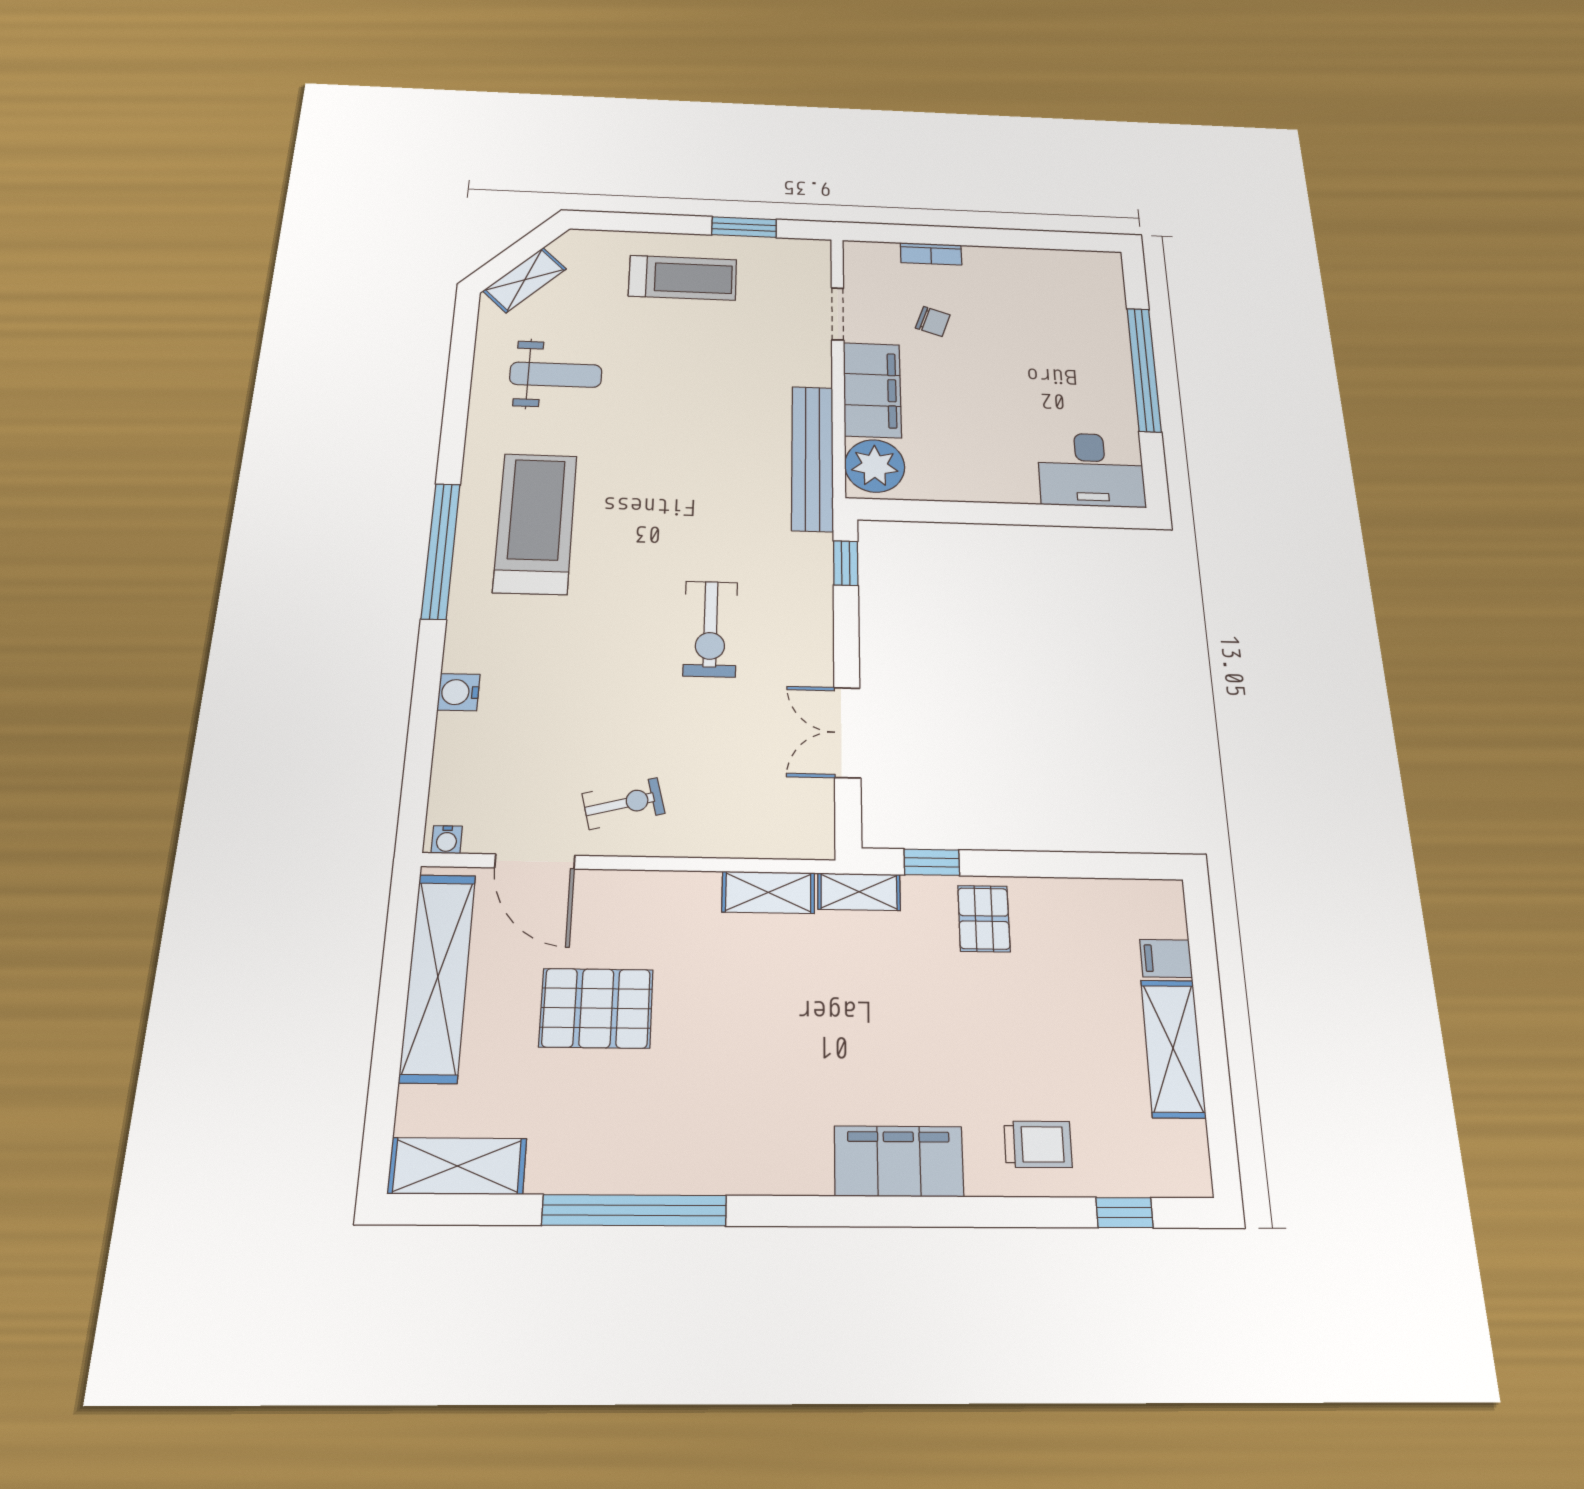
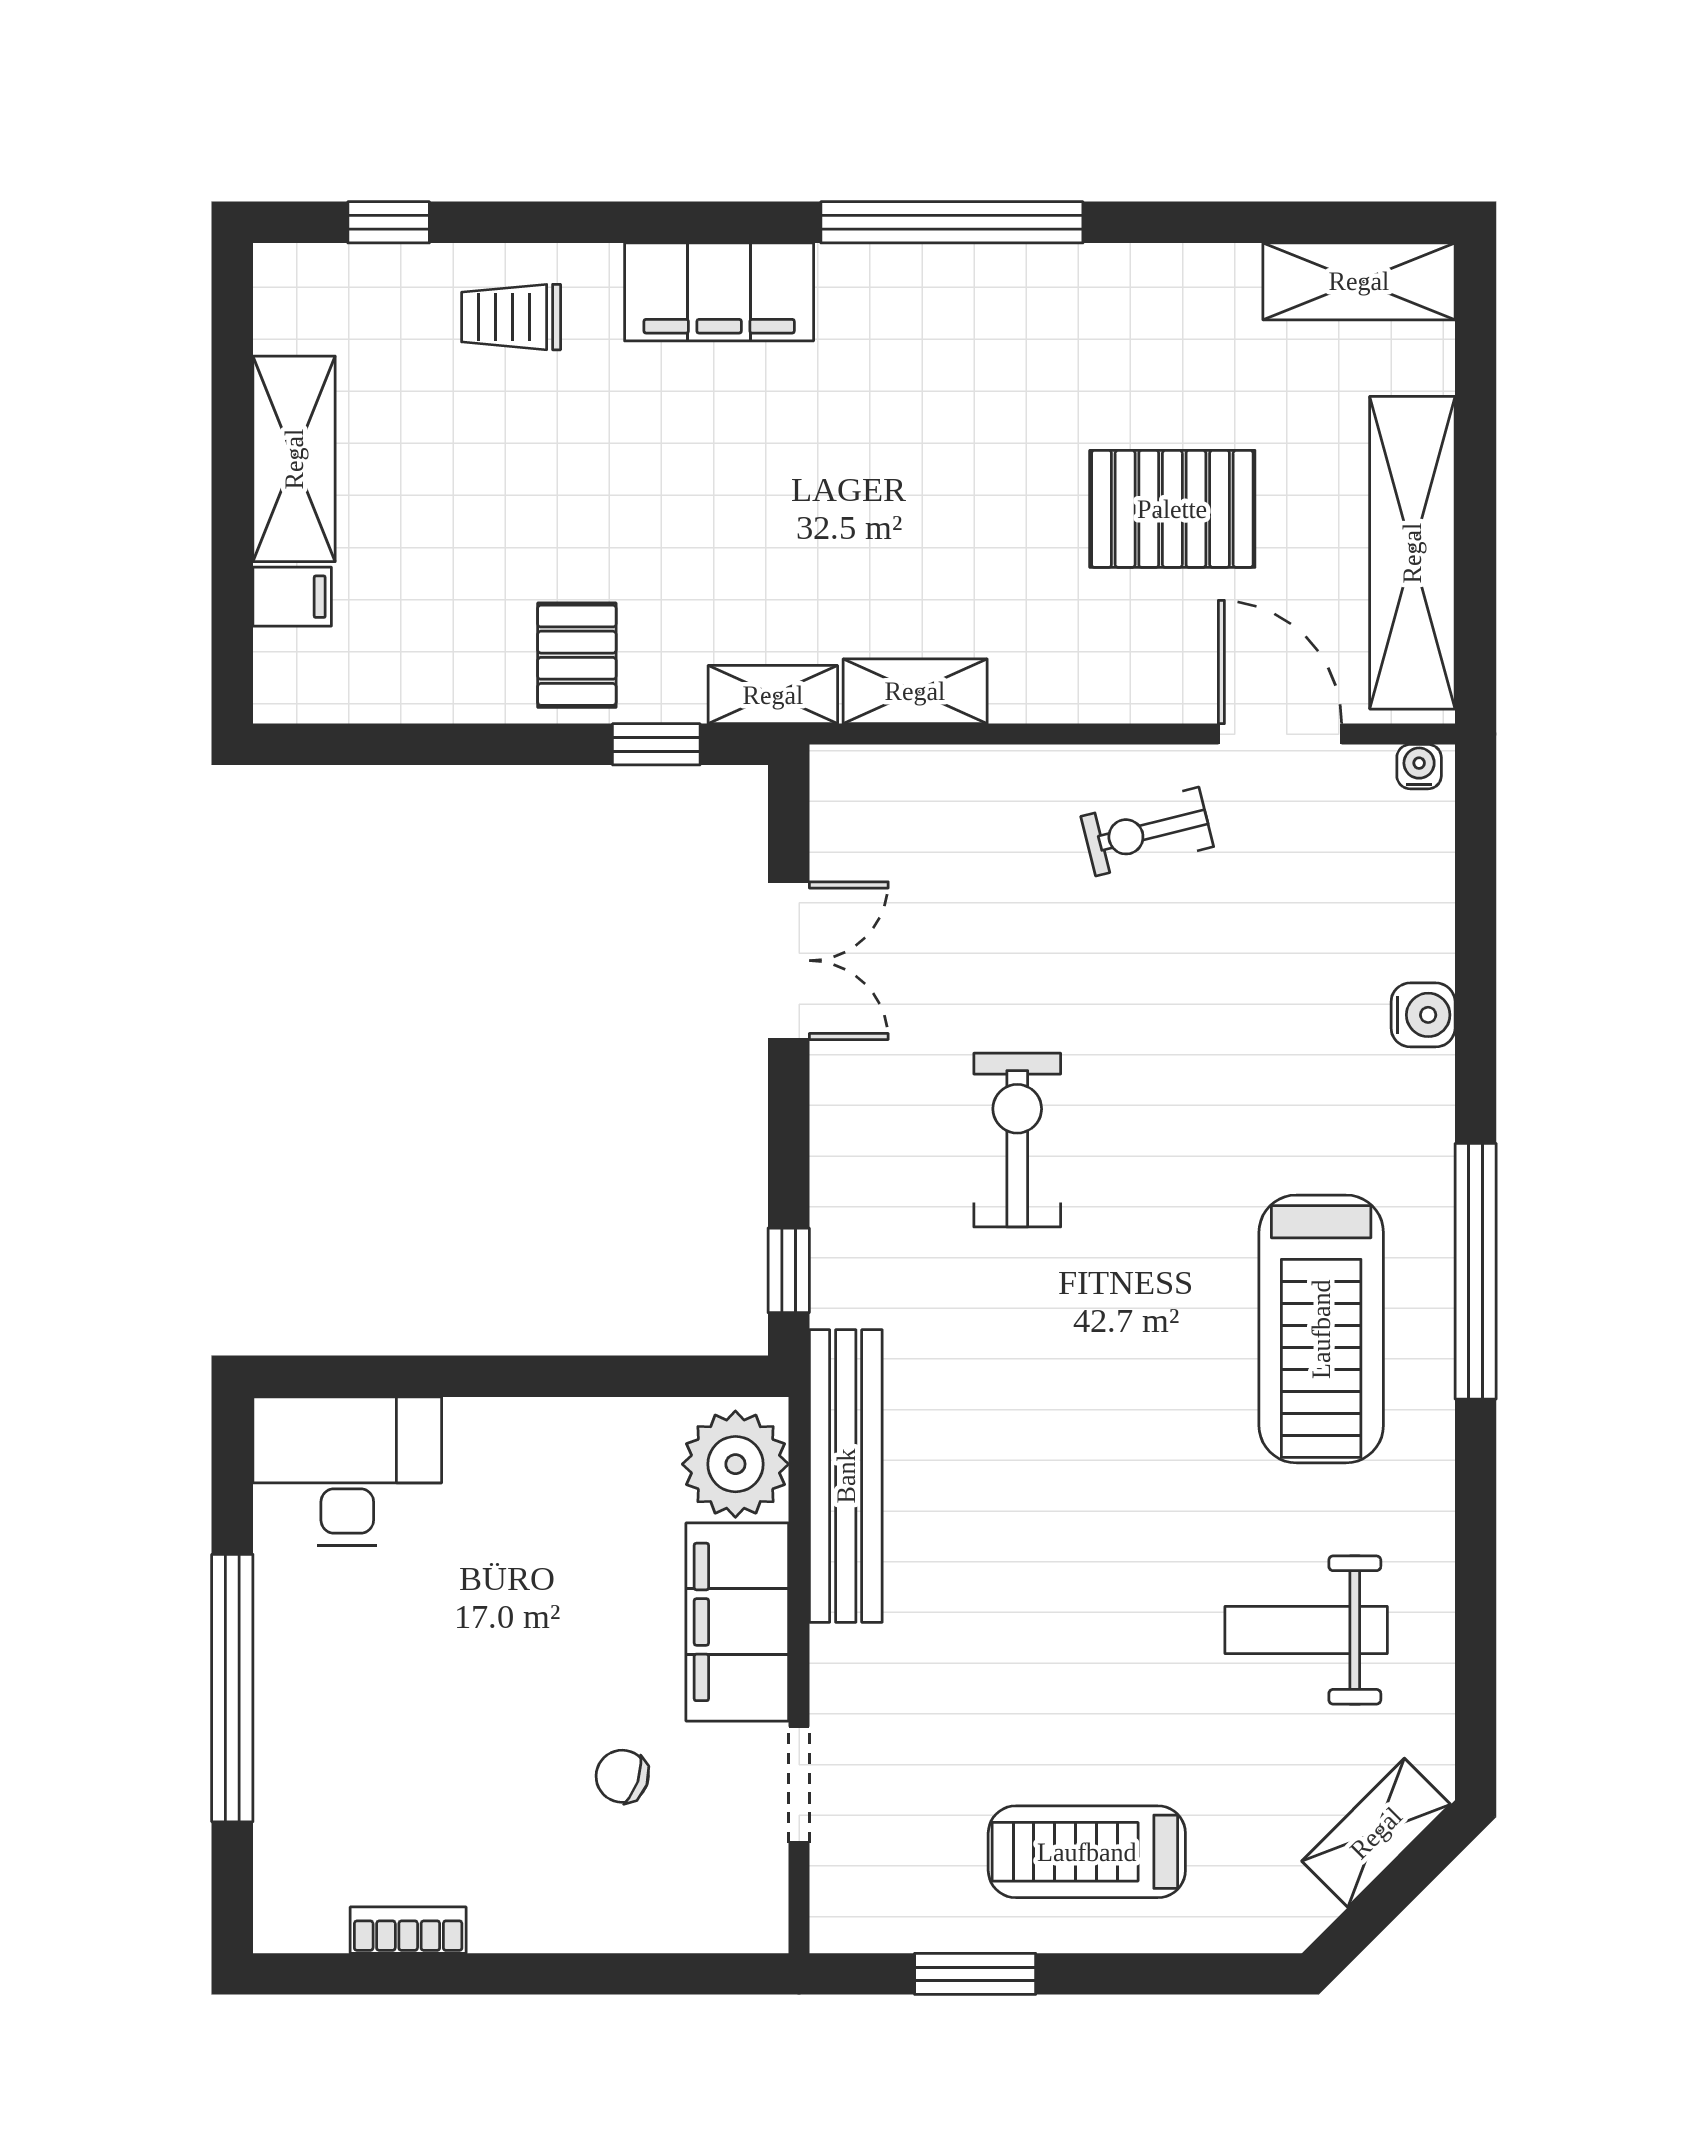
bookcase: (931, 254) -> (408, 1930), moved
window: (634, 1210) -> (952, 222), moved

